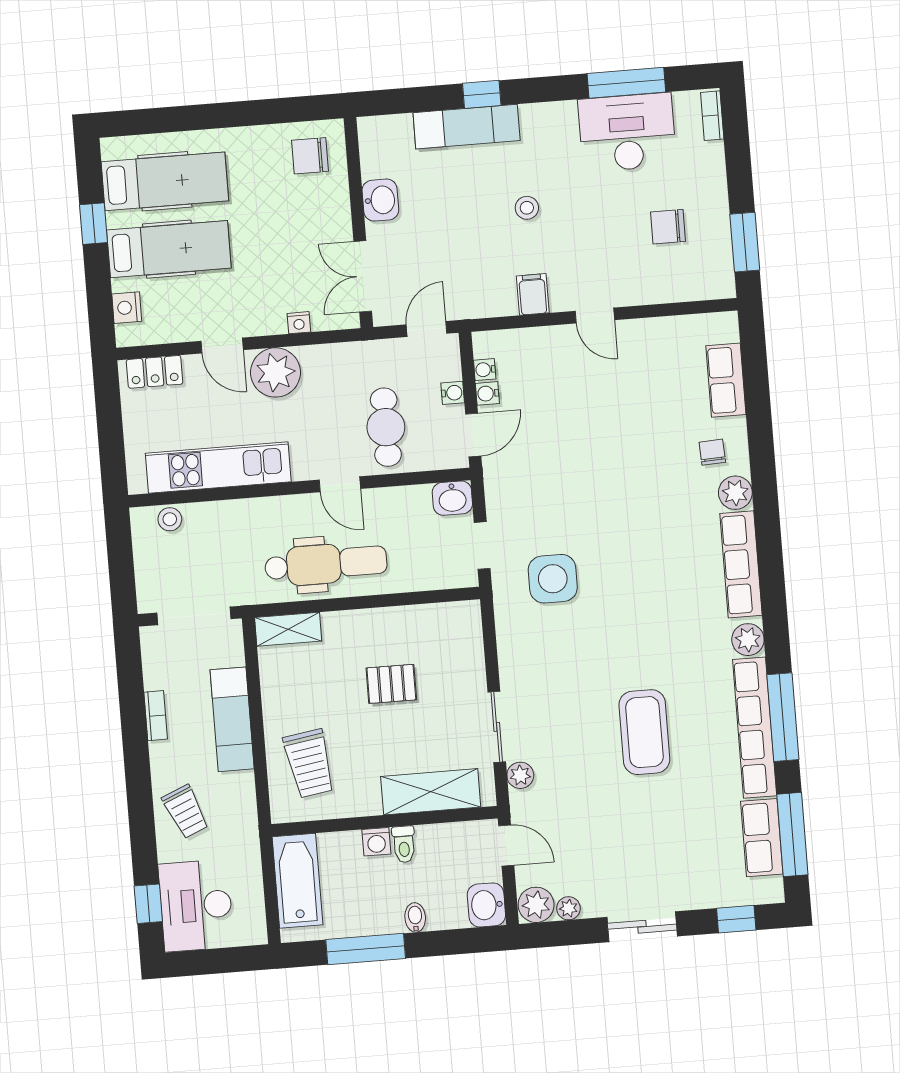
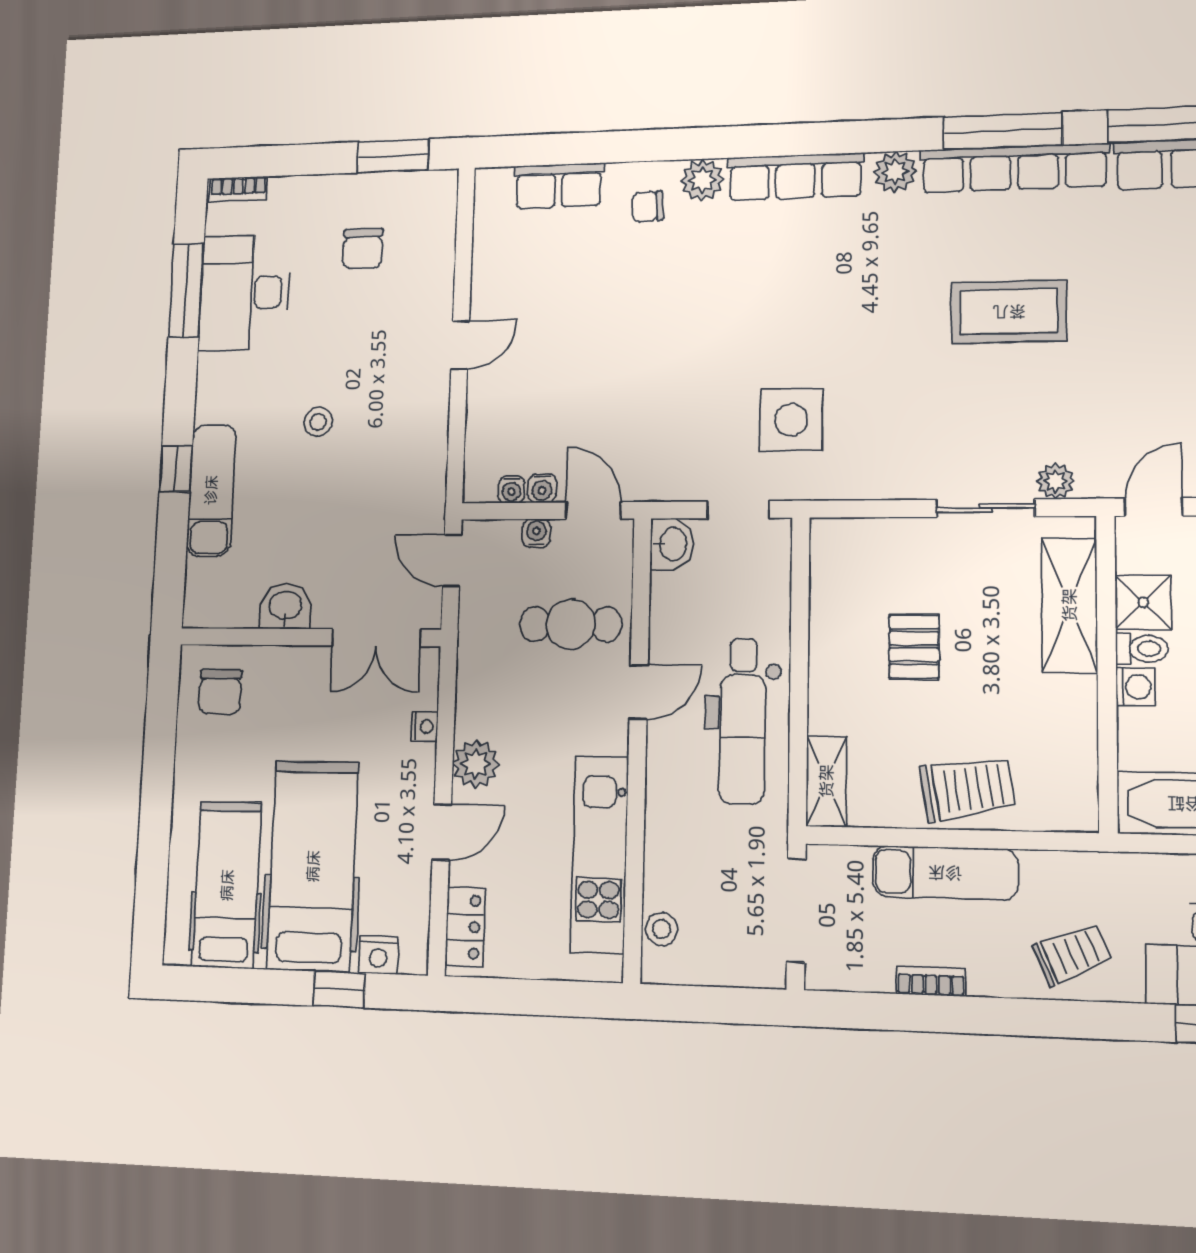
window: (94, 224) -> (339, 989), moved
hospital bed: (169, 249) -> (313, 866), width x1.37, depth x1.29
filing cabinet: (533, 294) -> (425, 422), removed
plant: (275, 372) -> (476, 764), width x0.73, depth x0.73
dental chair: (326, 564) -> (743, 721), turned 180
trolley: (309, 763) -> (967, 789), moved
shower: (437, 843) -> (1143, 602), added

